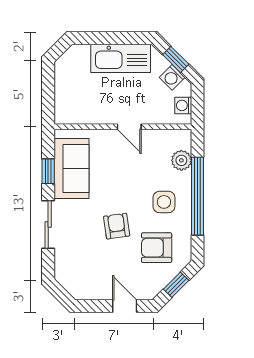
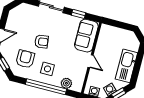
door: (129, 127) -> (90, 61), swing flipped
sofa: (72, 169) -> (86, 36), moved, turned 90

